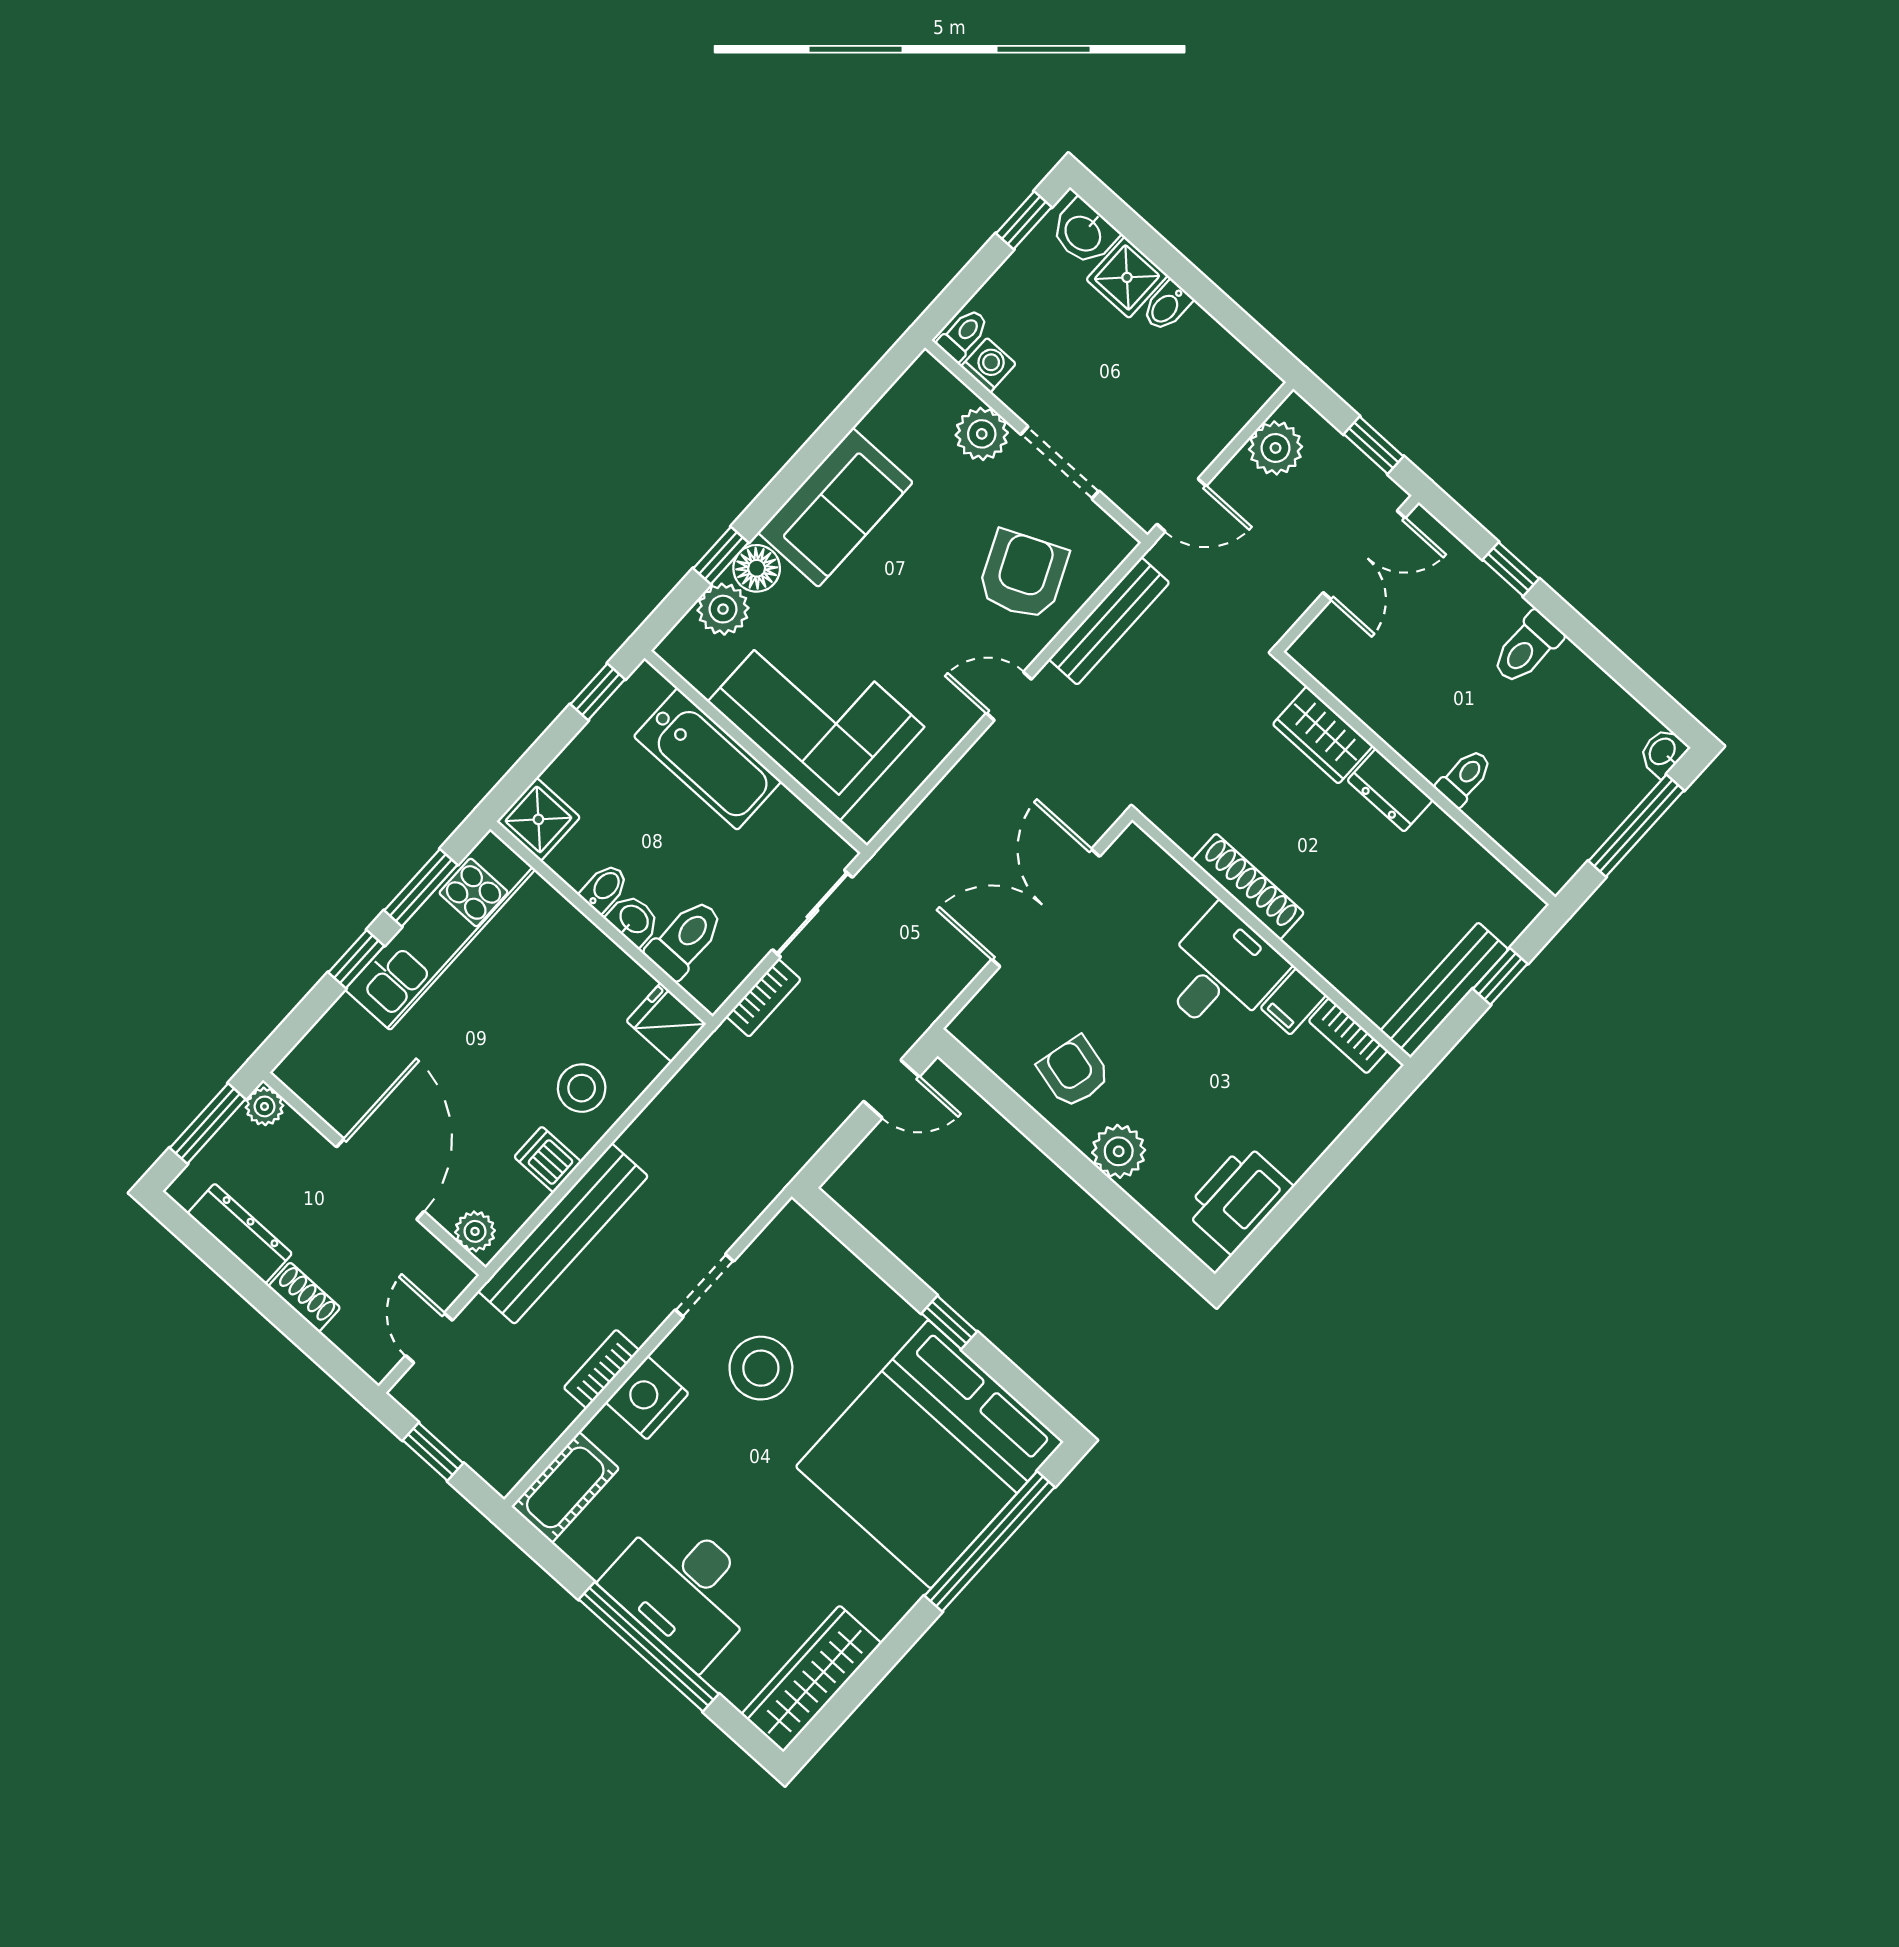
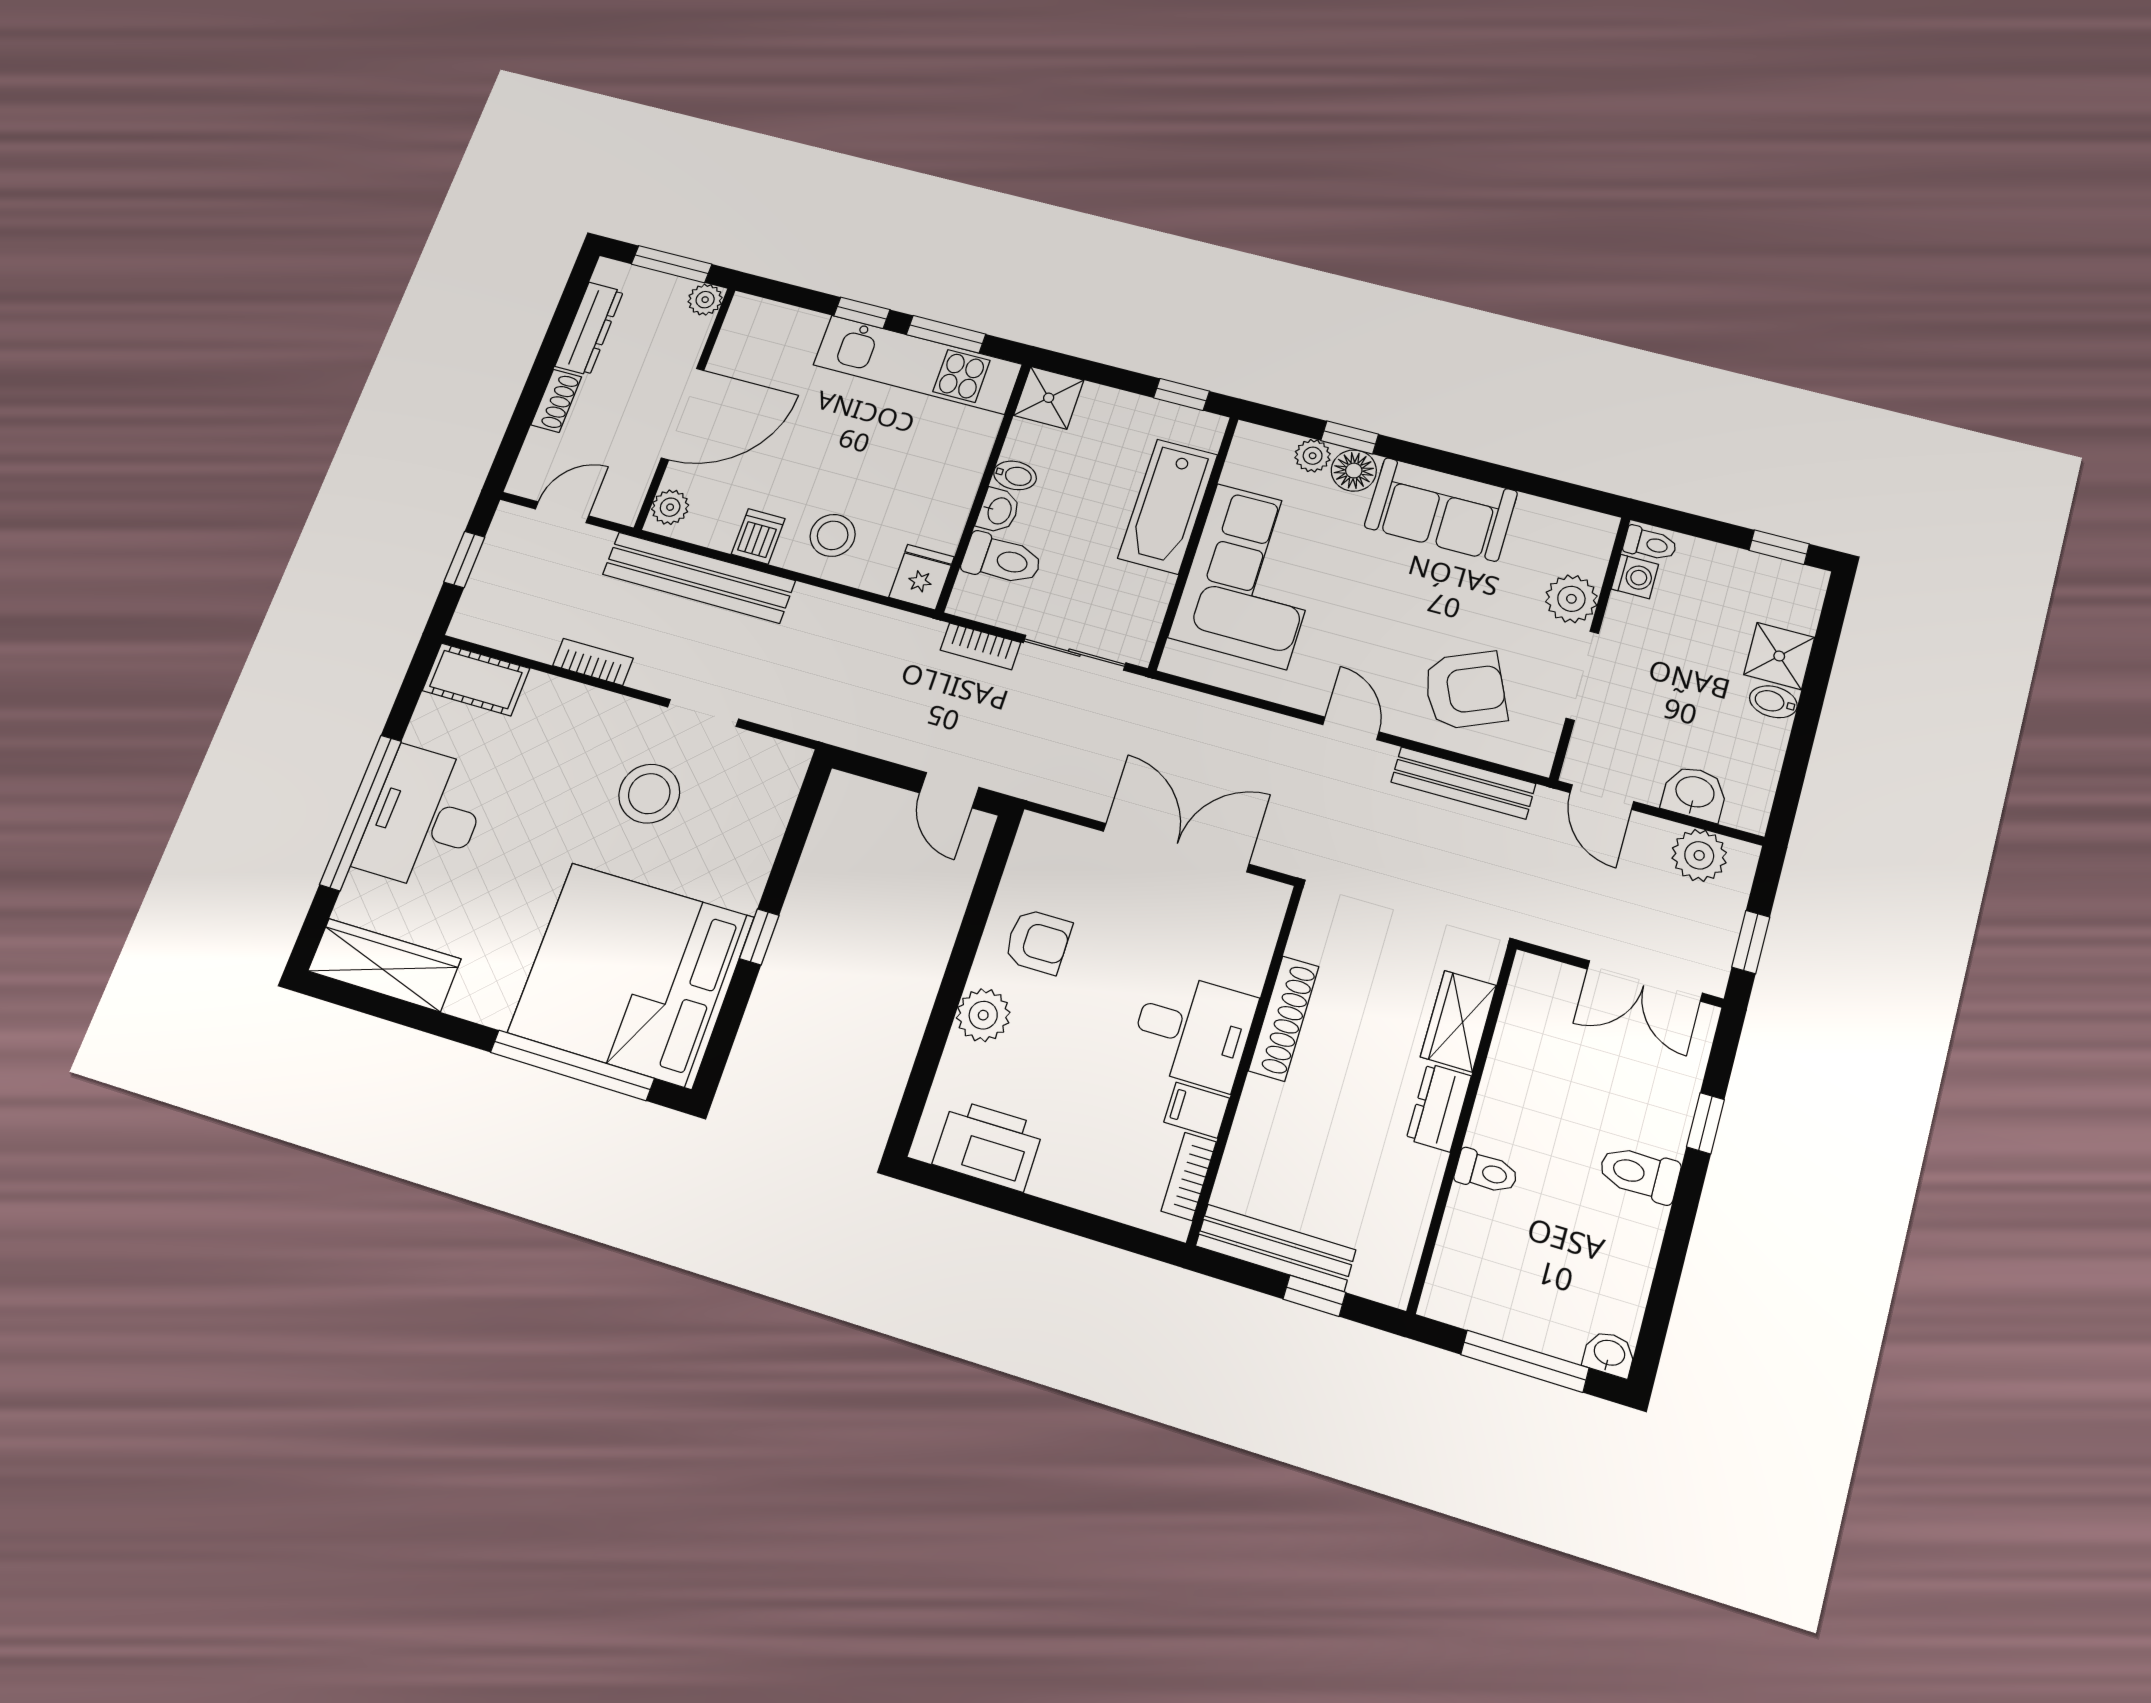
washbasin: (1084, 233) -> (1695, 793), moved, turned 90
plant: (723, 609) -> (1313, 456), width x0.73, depth x0.73
armchair: (1074, 1072) -> (1038, 941), turned 76
nightstand: (647, 1398) -> (583, 711), removed

